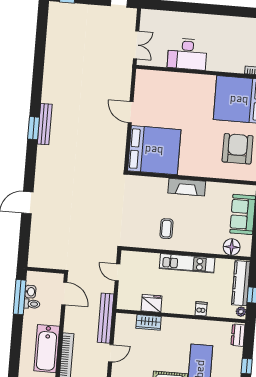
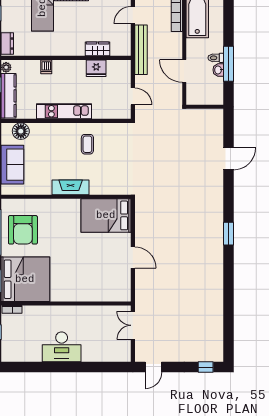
desk: (187, 54) -> (62, 347), moved, turned 180
bench: (45, 124) -> (218, 239), removed
bed: (154, 150) -> (106, 215), width x0.73
wall: (46, 270) -> (205, 107), moved

